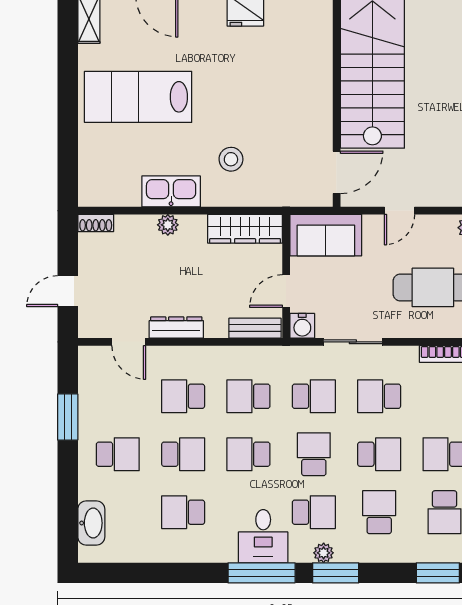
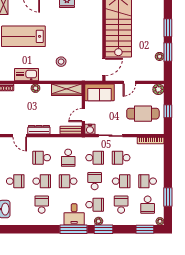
kitchen sink: (171, 191) -> (26, 75), moved
school desk: (248, 396) -> (68, 158), turned -90
school desk: (183, 512) -> (42, 205), turned 90

